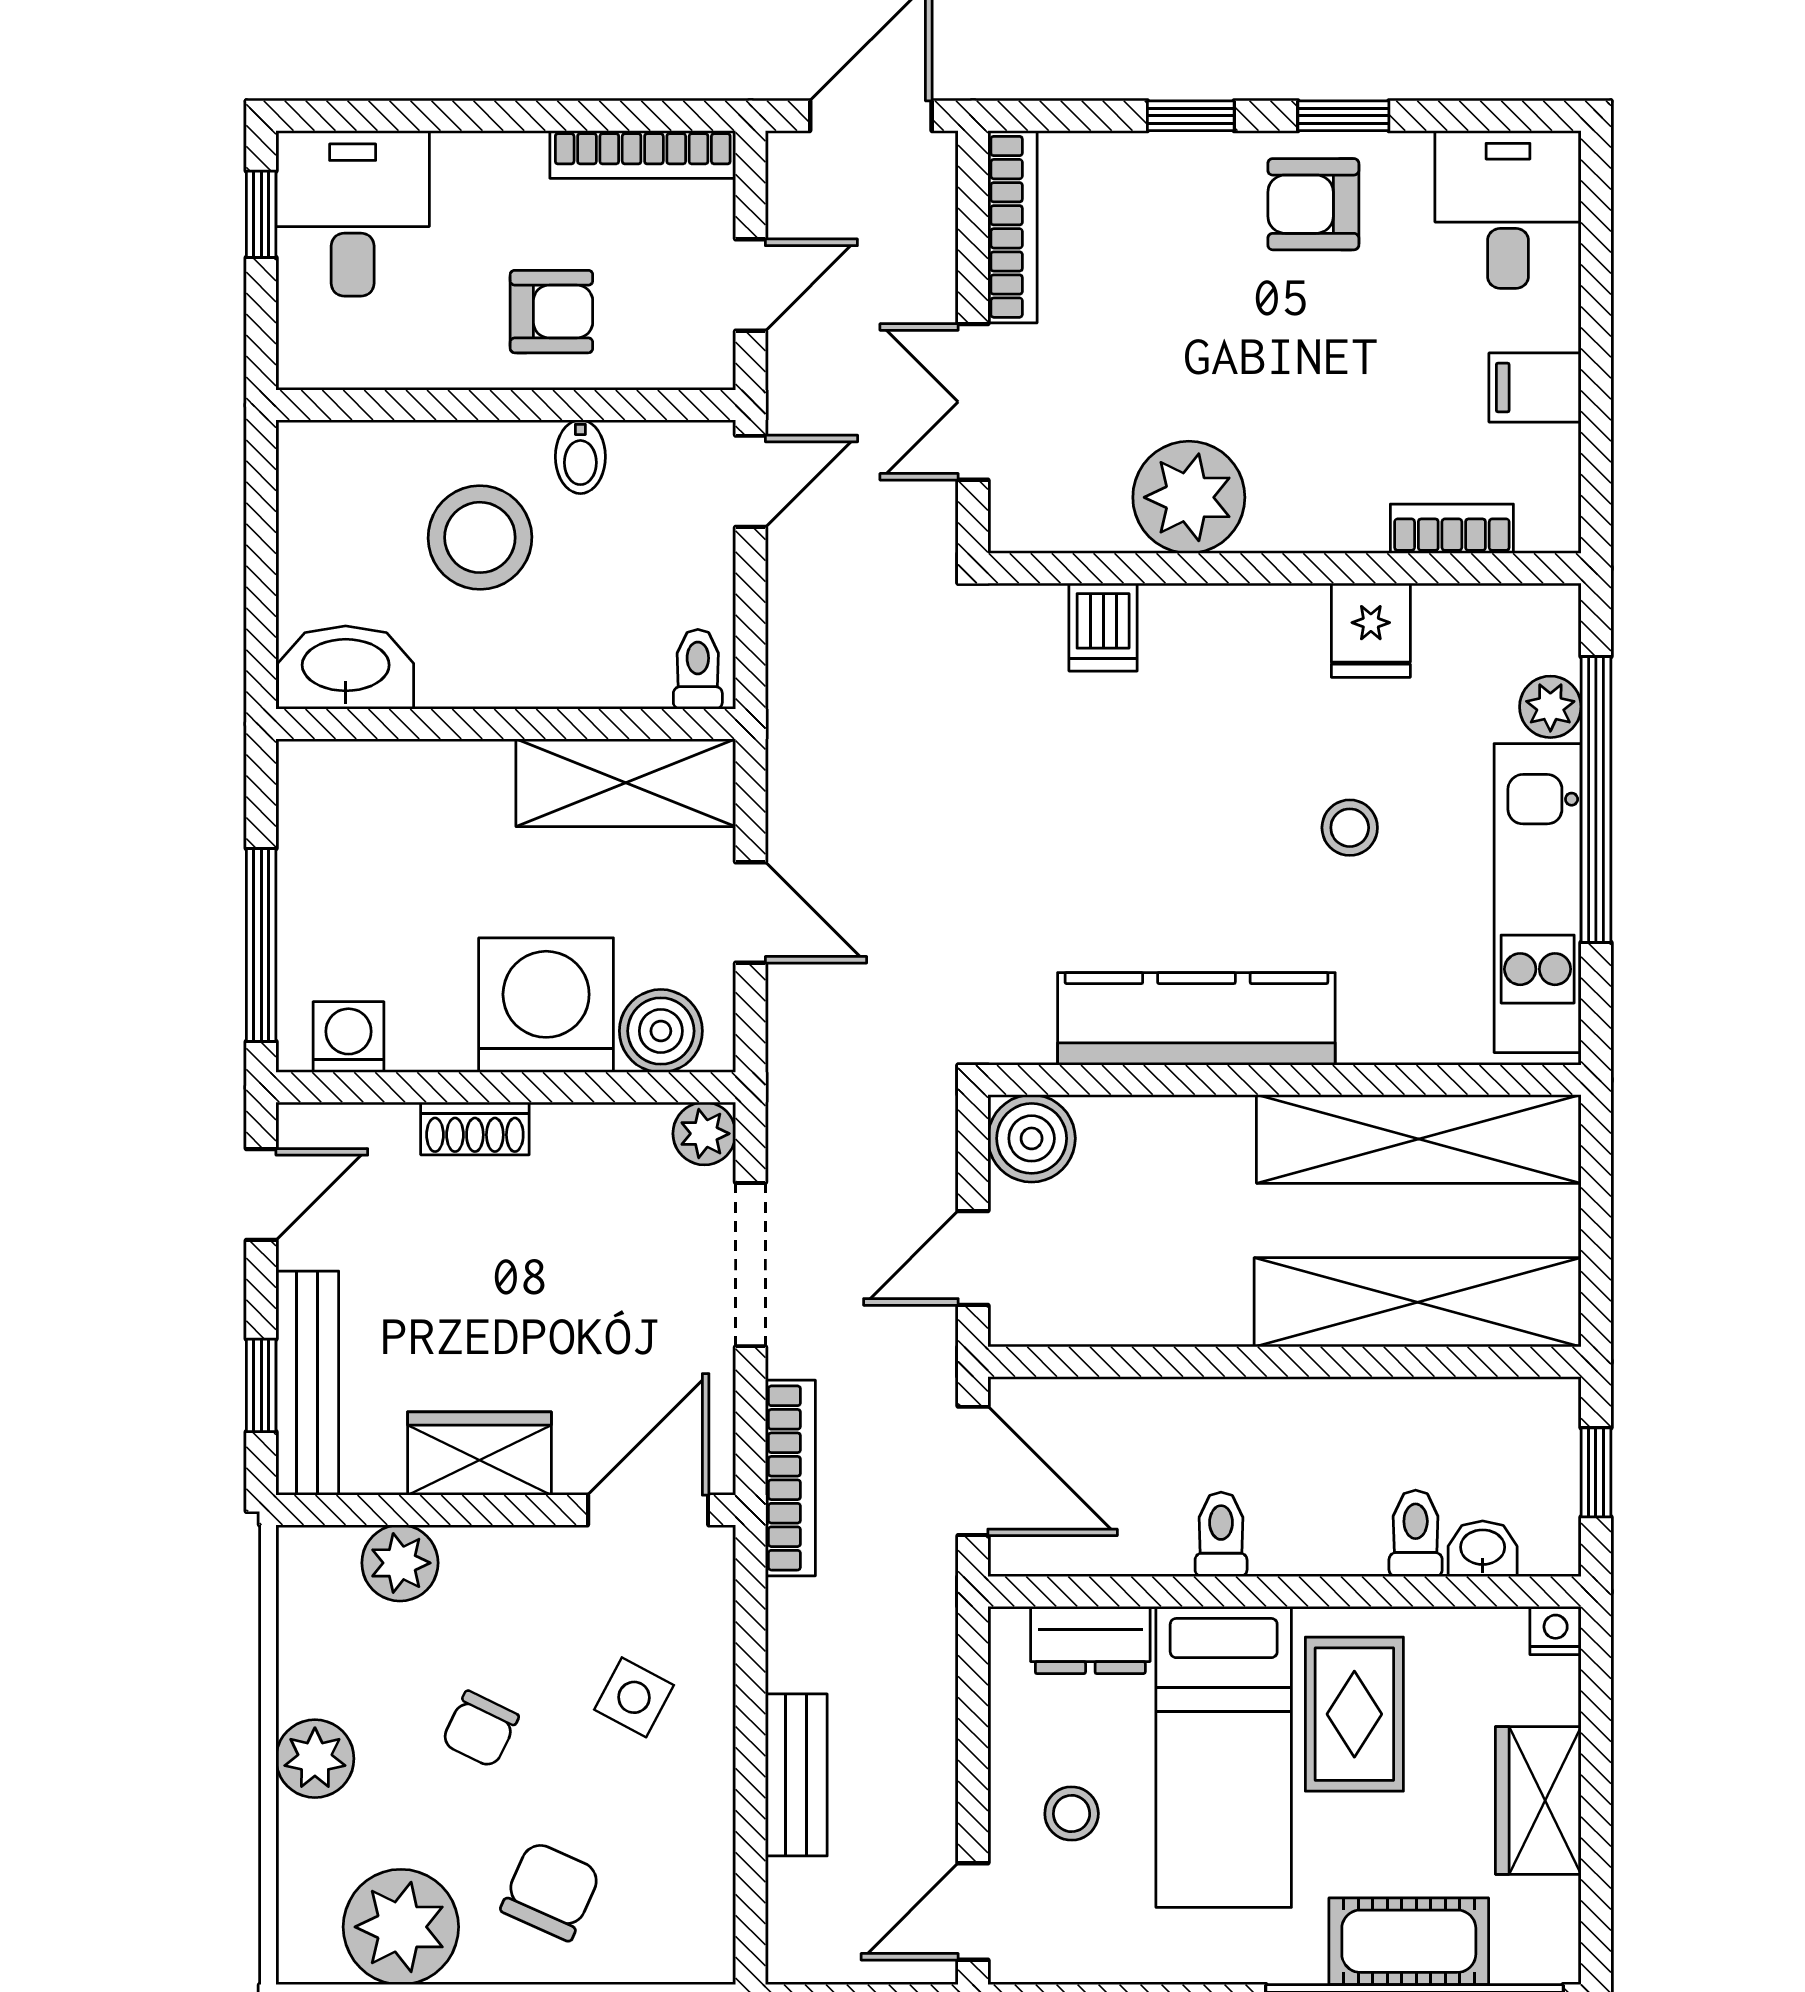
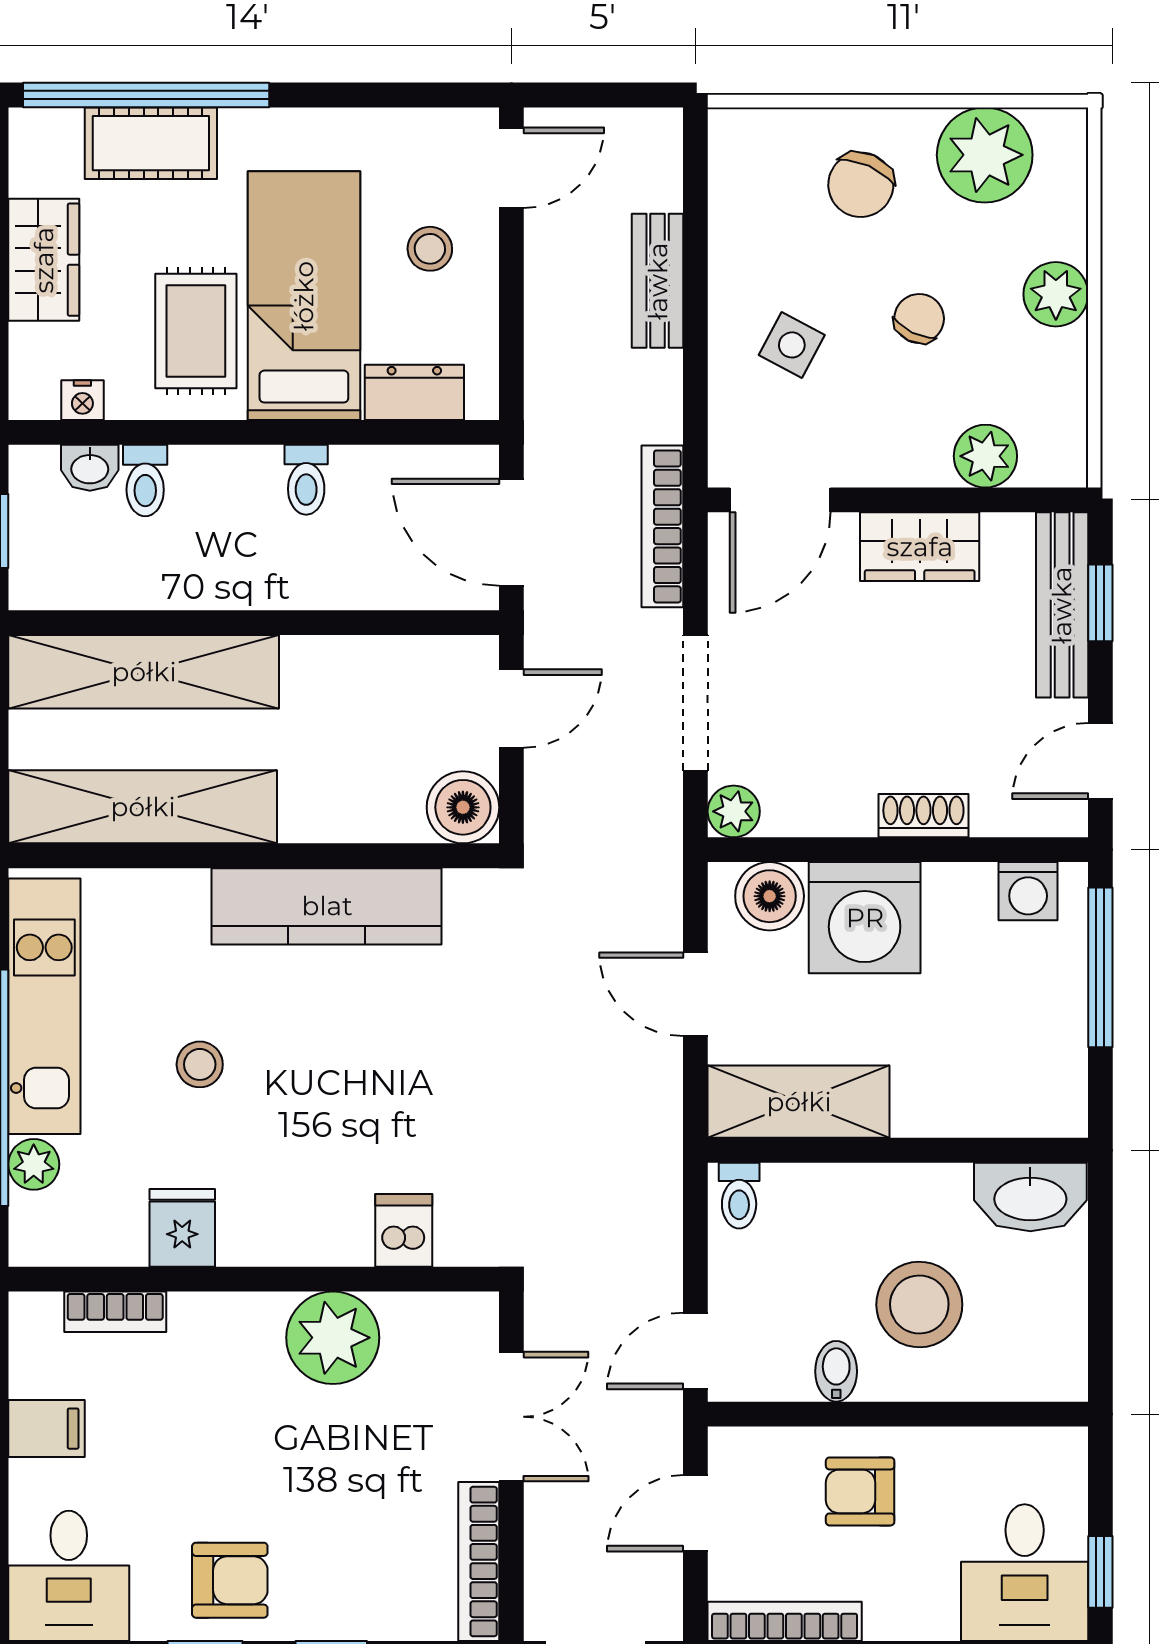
nightstand: (1556, 1631) -> (82, 400), moved

